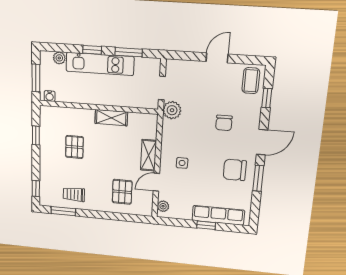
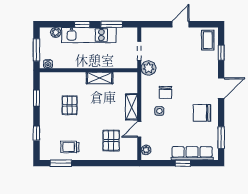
chair: (224, 123) -> (165, 92), moved
window: (258, 178) -> (221, 138), moved
window: (36, 189) -> (36, 133), moved

